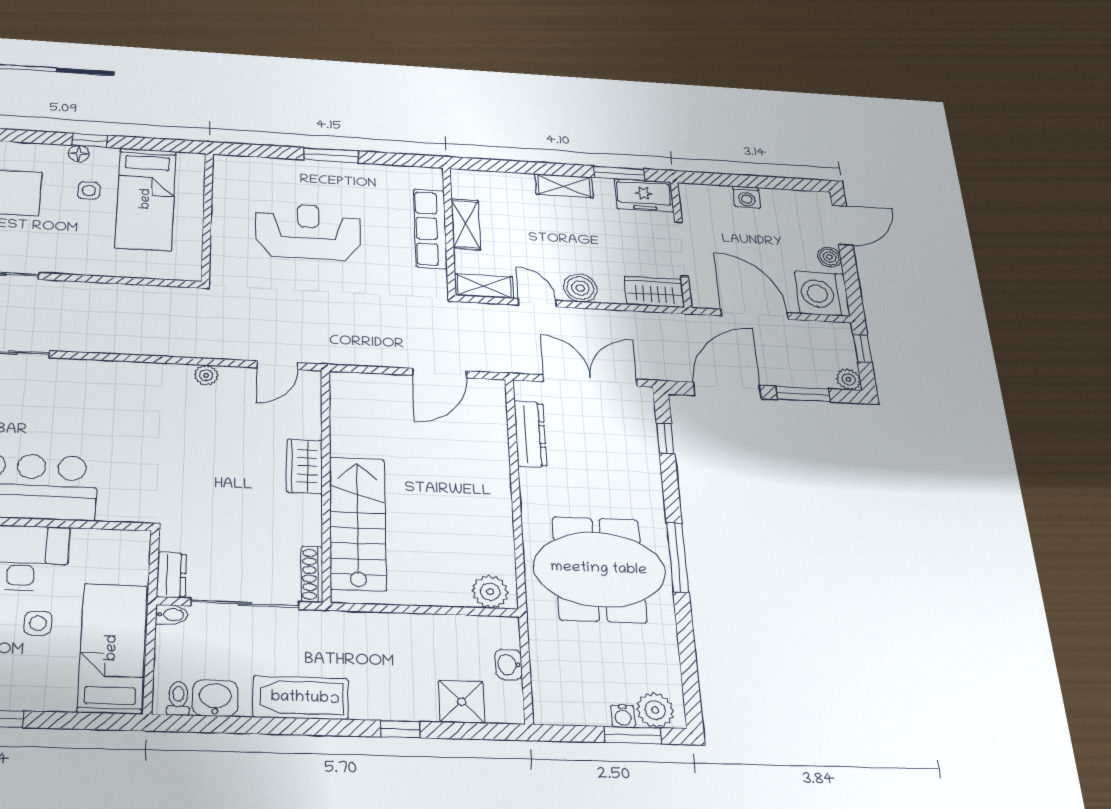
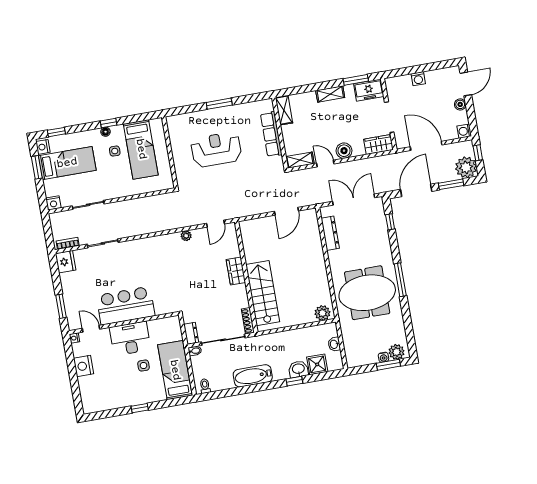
shelving: (466, 224) -> (284, 110), moved
washing machine: (822, 294) -> (464, 131), width x0.53, depth x0.53
plant: (848, 379) -> (466, 167), width x1.87, depth x1.87
washbasin: (215, 698) -> (298, 369), moved

